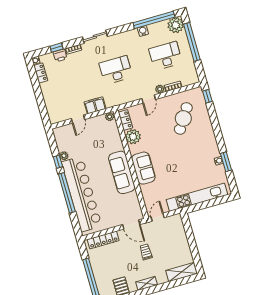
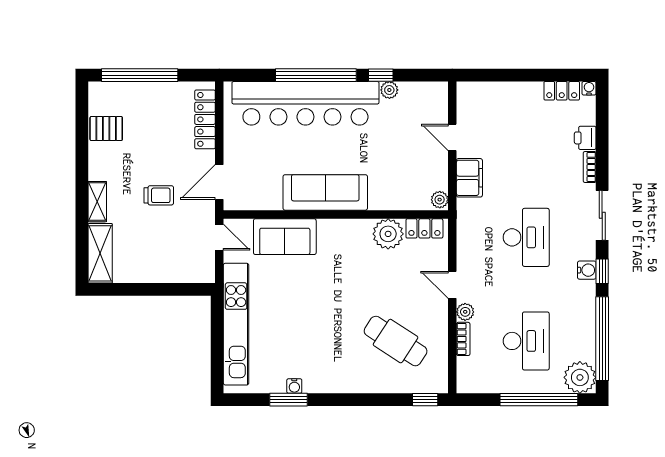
water cooler: (143, 31) -> (587, 270), moved
window: (56, 48) -> (602, 271), moved
sofa: (143, 168) -> (285, 237), moved
shelving: (147, 283) -> (97, 202), moved

